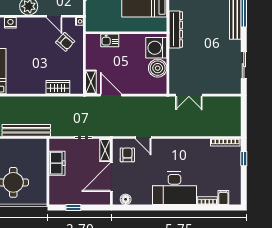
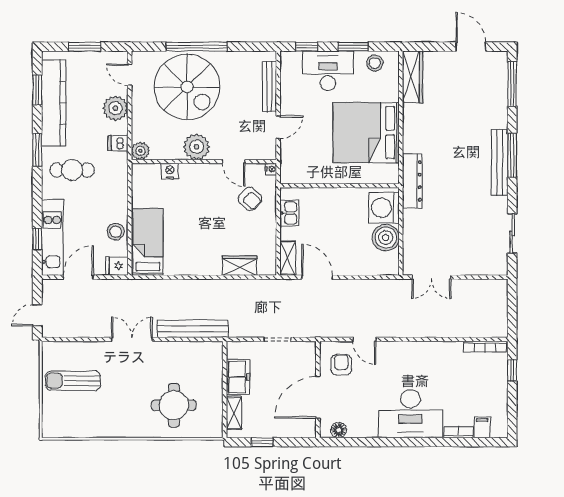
kitchen sink: (110, 40) -> (289, 213), moved, turned -90
shelving: (105, 150) -> (234, 413), moved

